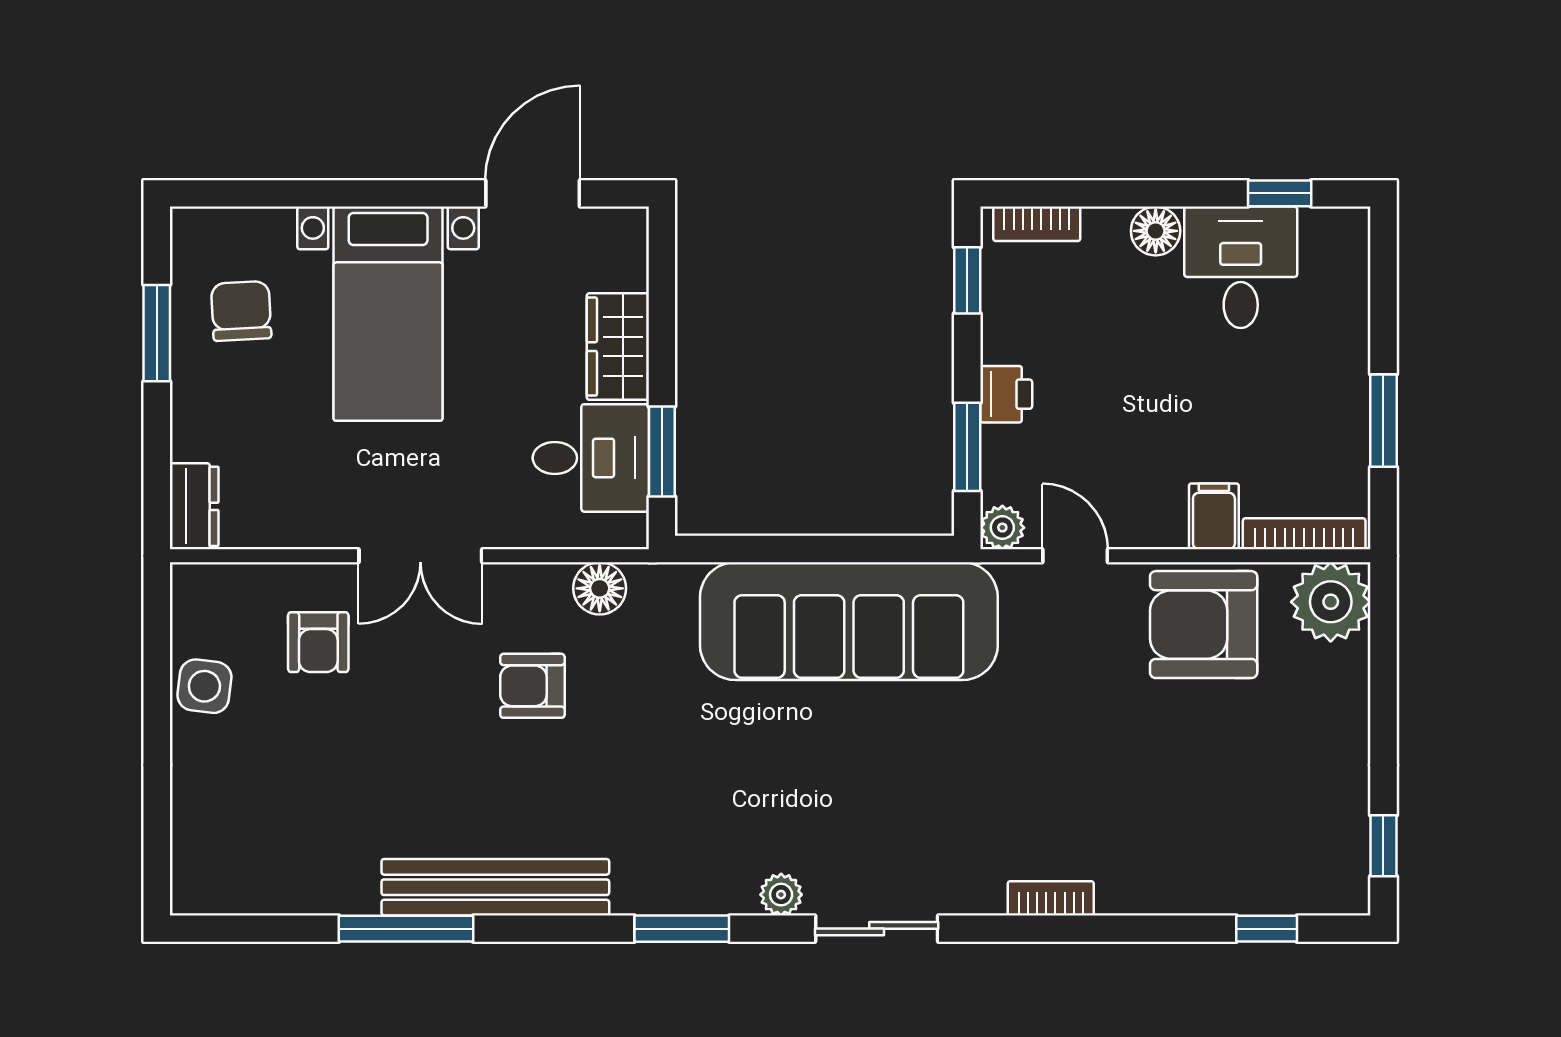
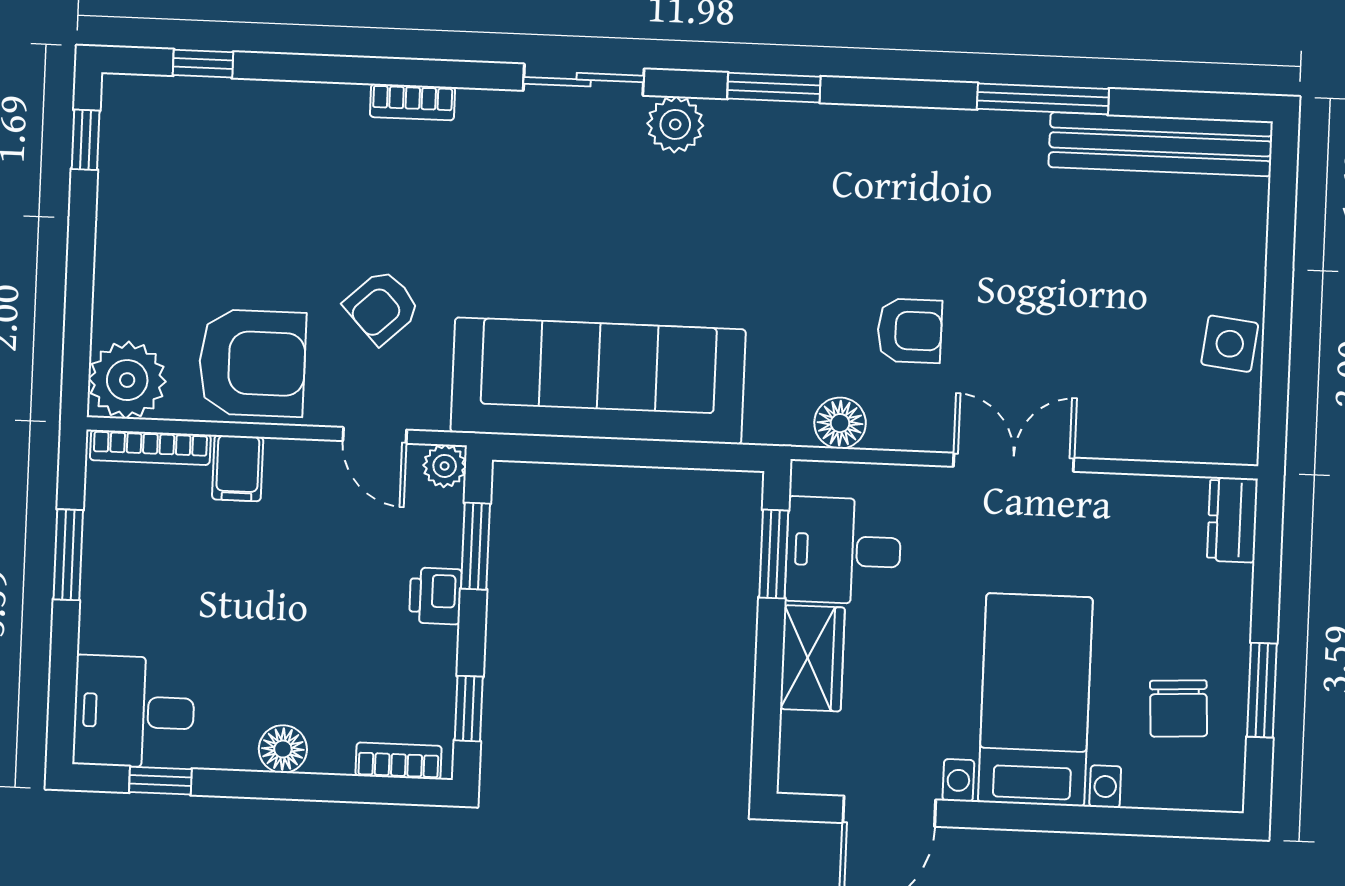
desk: (1241, 267) -> (134, 712), moved, turned 90
armchair: (318, 642) -> (382, 307), moved, turned -133
bench: (495, 887) -> (1161, 144), moved
plant: (781, 895) -> (675, 124), width x1.38, depth x1.38

